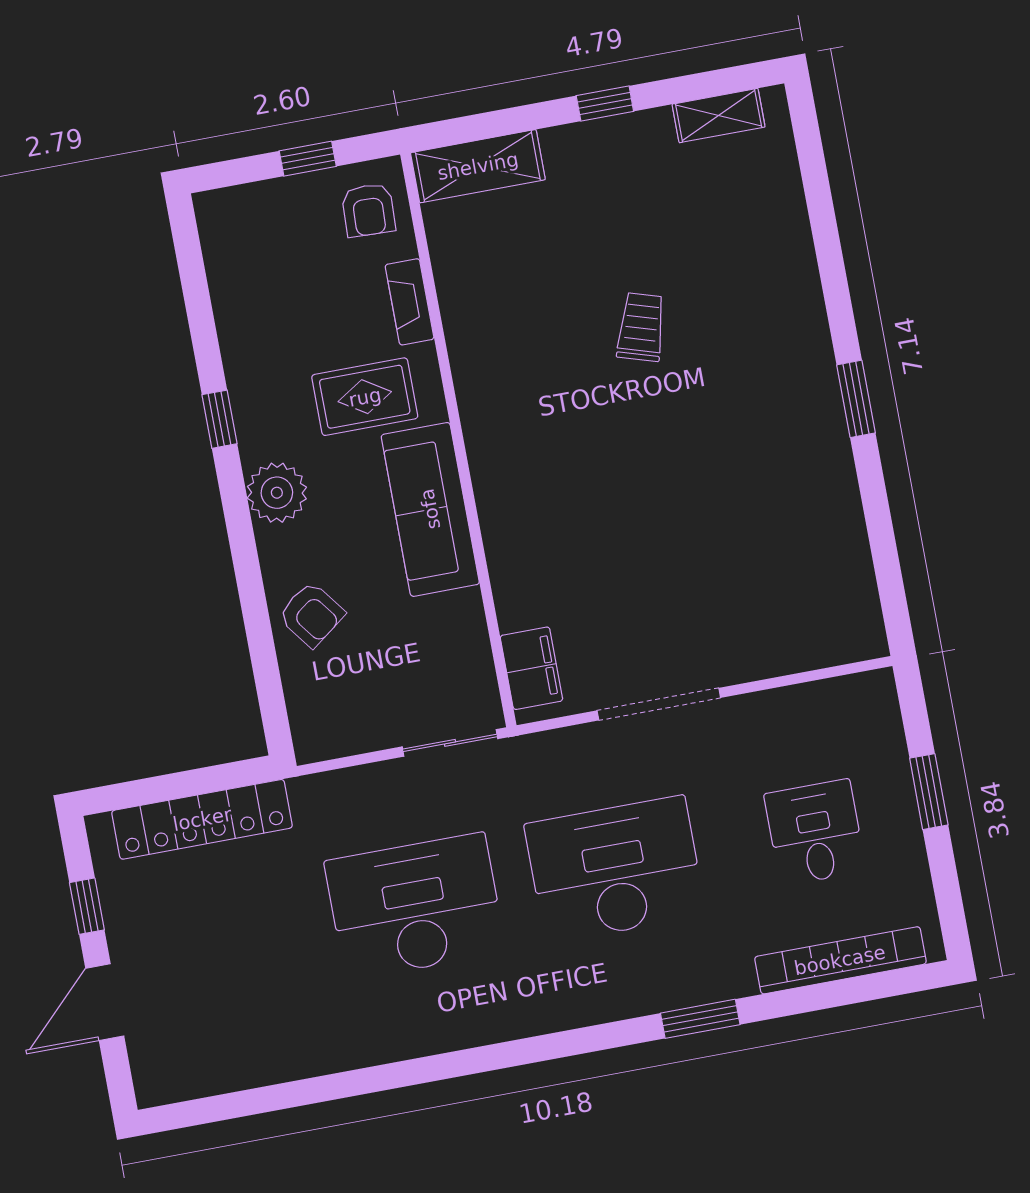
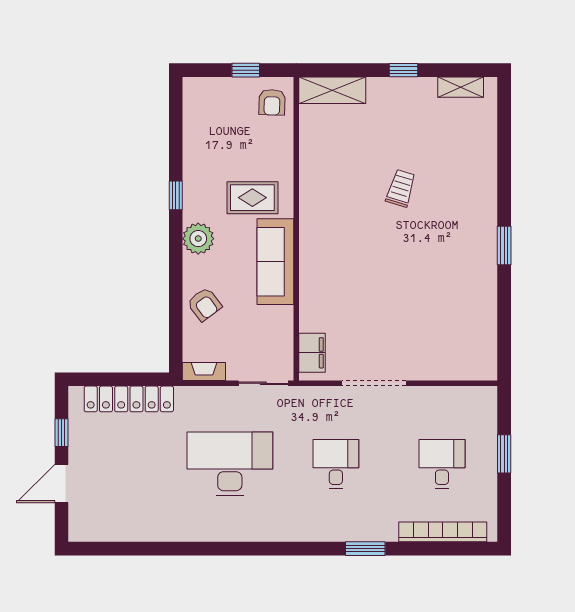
fireplace: (410, 302) -> (204, 371), moved, turned 90
desk: (615, 869) -> (336, 464), width x0.53, depth x0.77

